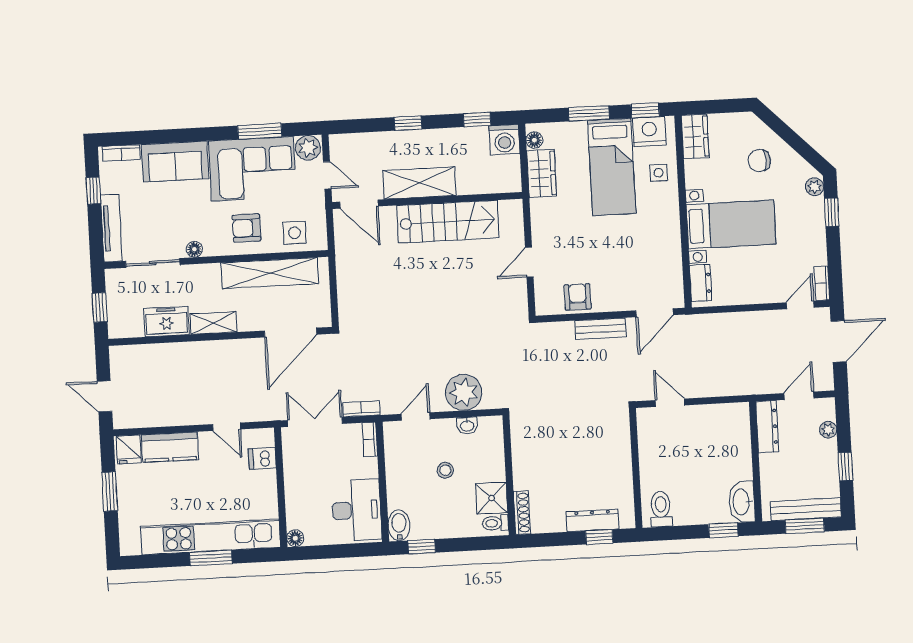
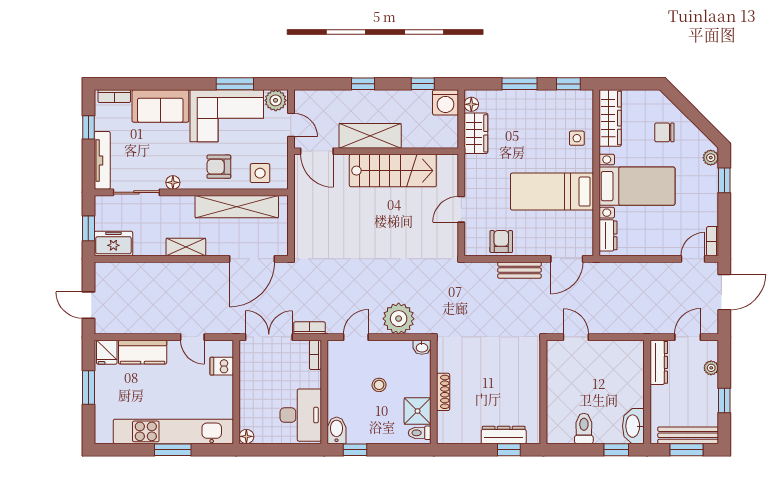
nightstand: (649, 131) -> (571, 102), removed
wardrobe: (695, 136) -> (610, 118), width x1.50
bed: (612, 167) -> (552, 192), moved, turned 90
freezer: (166, 321) -> (113, 244), moved
washbasin: (467, 425) -> (422, 347), moved
toilet: (661, 509) -> (584, 428), moved
shoe rack: (522, 513) -> (443, 392), moved

